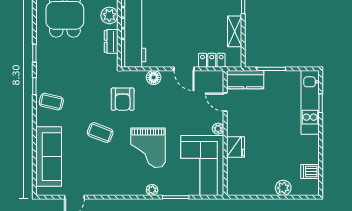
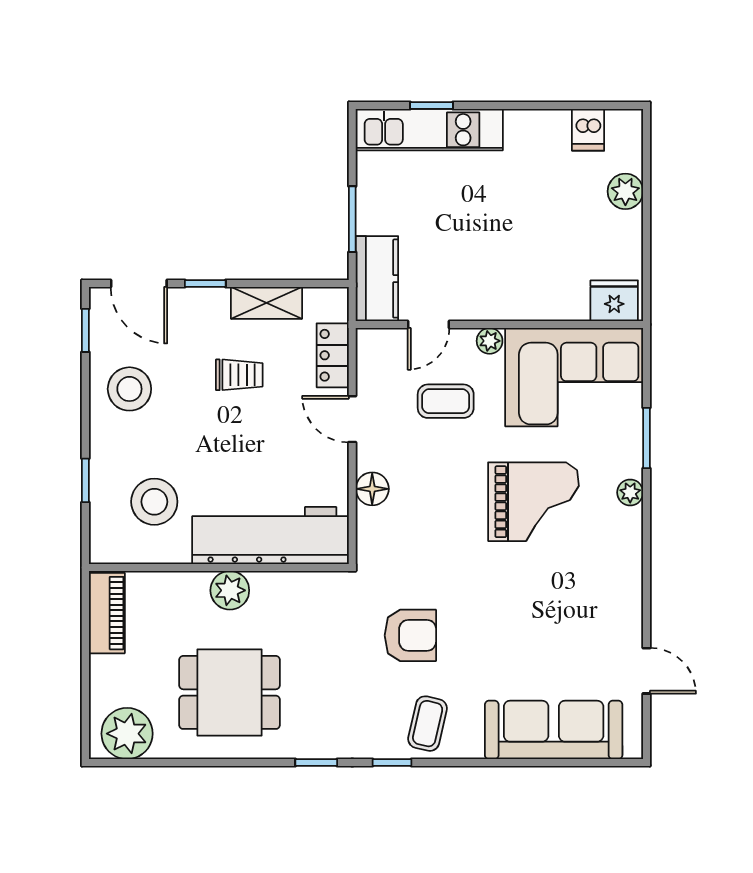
trolley: (203, 20) -> (239, 375), added
dresser: (111, 41) -> (289, 586), removed
door: (184, 69) -> (352, 419), swing flipped
armchair: (123, 99) -> (410, 635), moved
coffee table: (100, 133) -> (446, 401), moved, turned 69
fridge: (236, 147) -> (614, 301), moved

